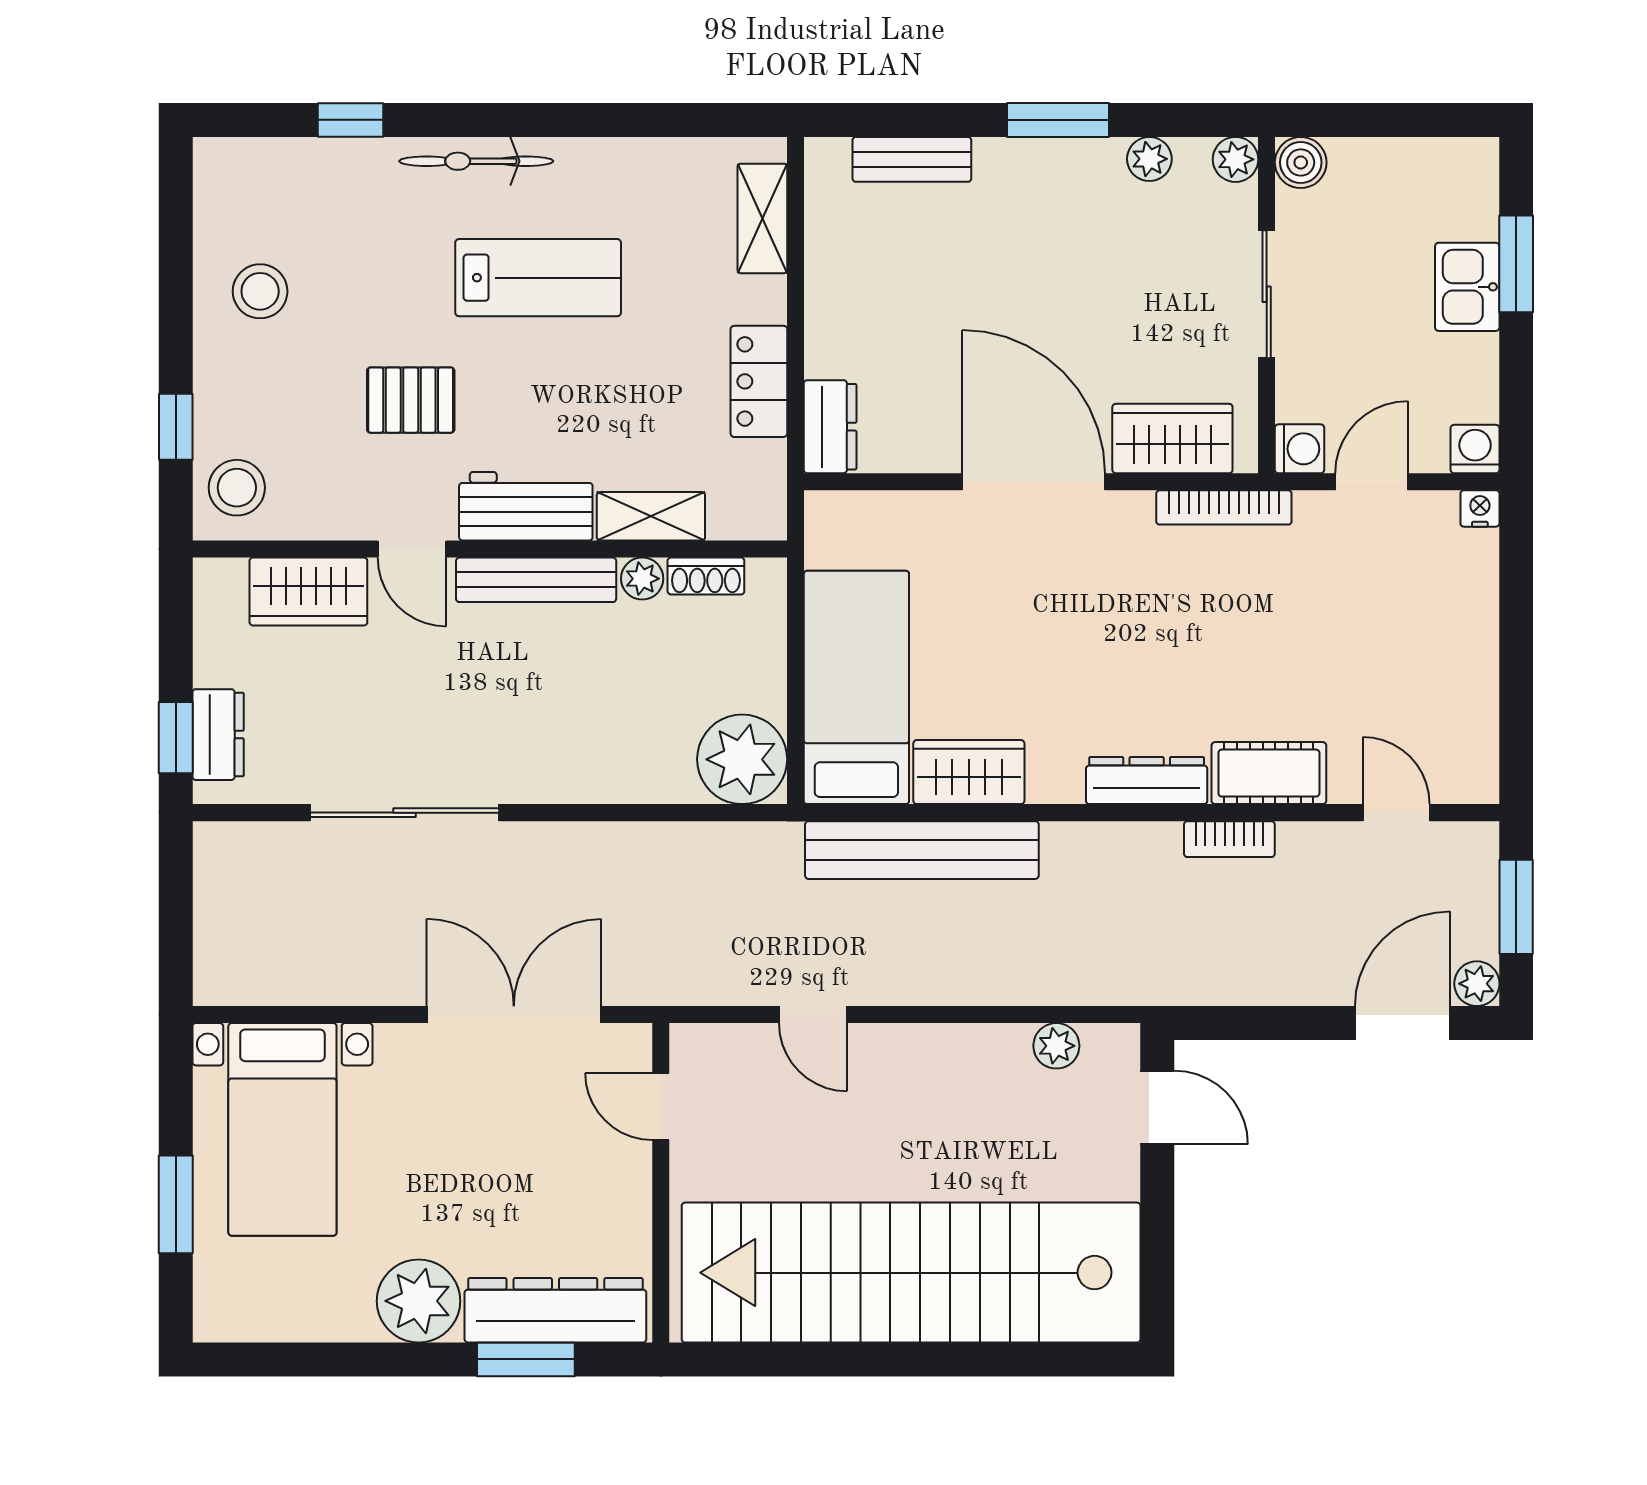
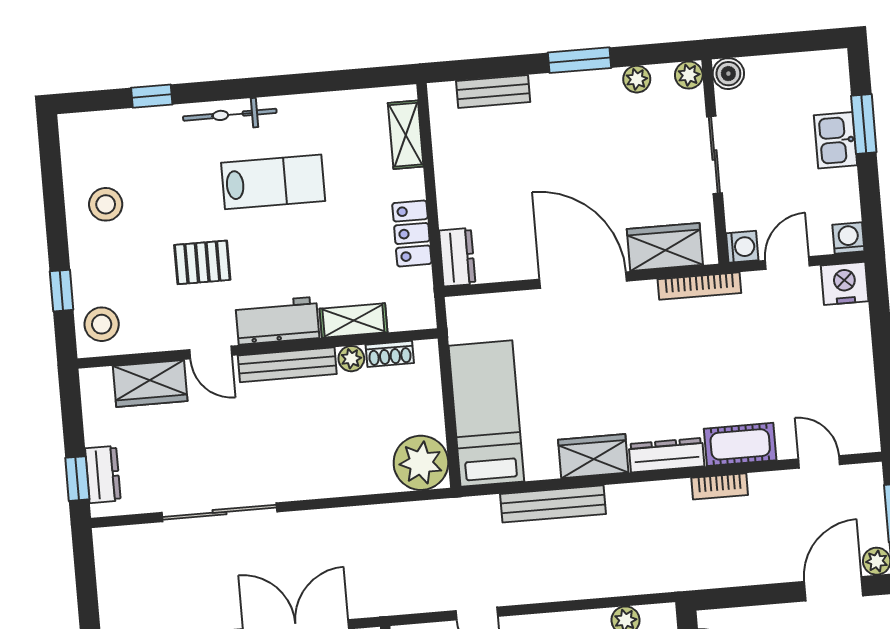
nightstand: (1480, 508) -> (845, 283), width x1.89, depth x1.79
wardrobe: (969, 772) -> (593, 456), moved
bench: (922, 850) -> (553, 504), width x0.73, depth x0.82

